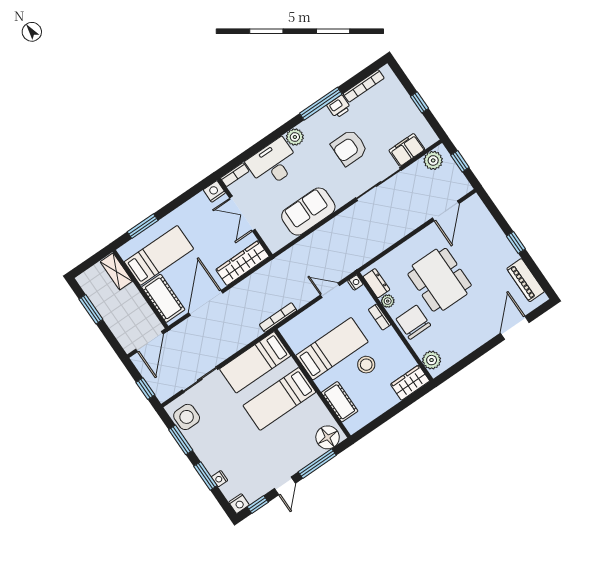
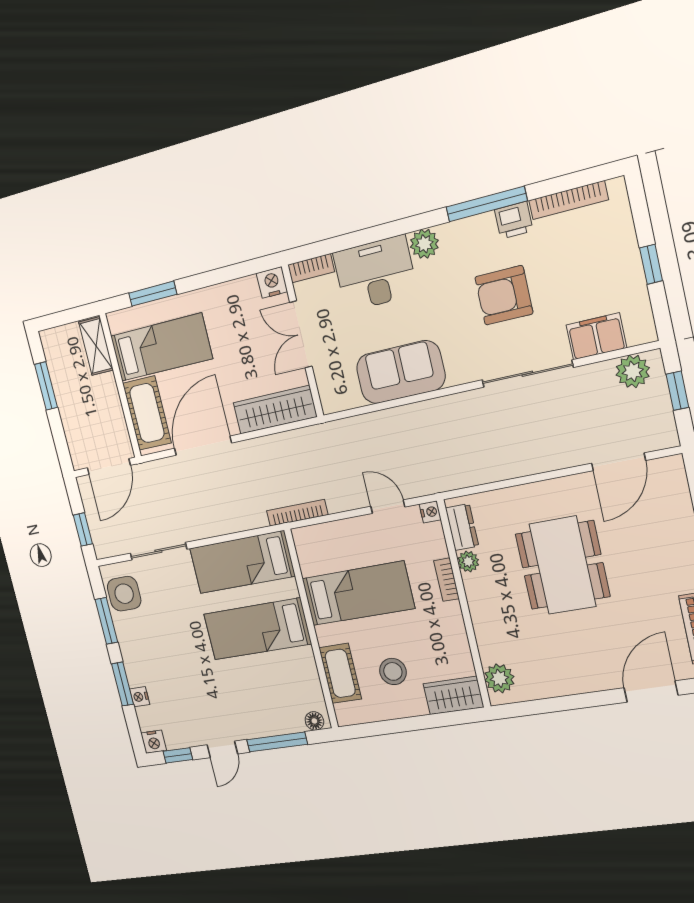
chair: (413, 322) -> (495, 611), removed
stool: (366, 365) -> (393, 671), moved
floor lamp: (328, 437) -> (314, 721), width x0.53, depth x0.53

